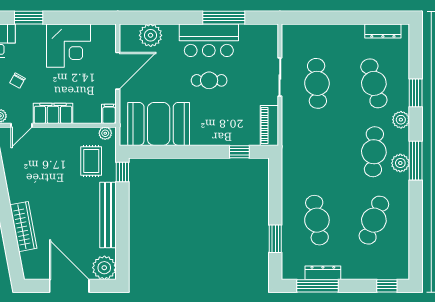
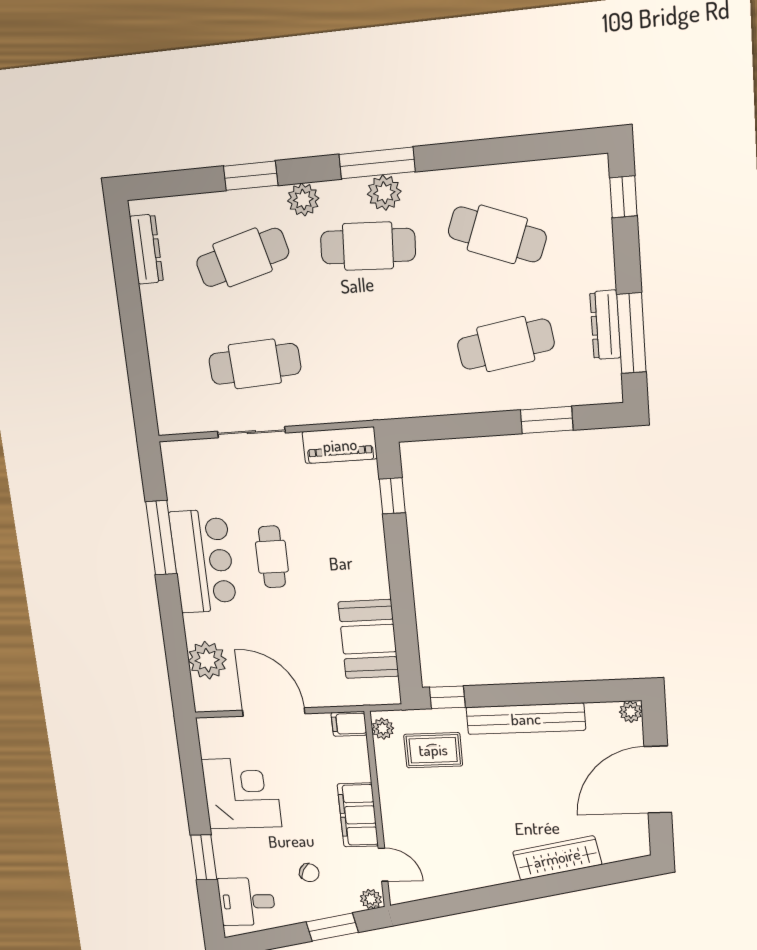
booth: (159, 124) -> (369, 639), width x0.73, depth x0.70
plant: (104, 268) -> (631, 712), width x0.53, depth x0.53

